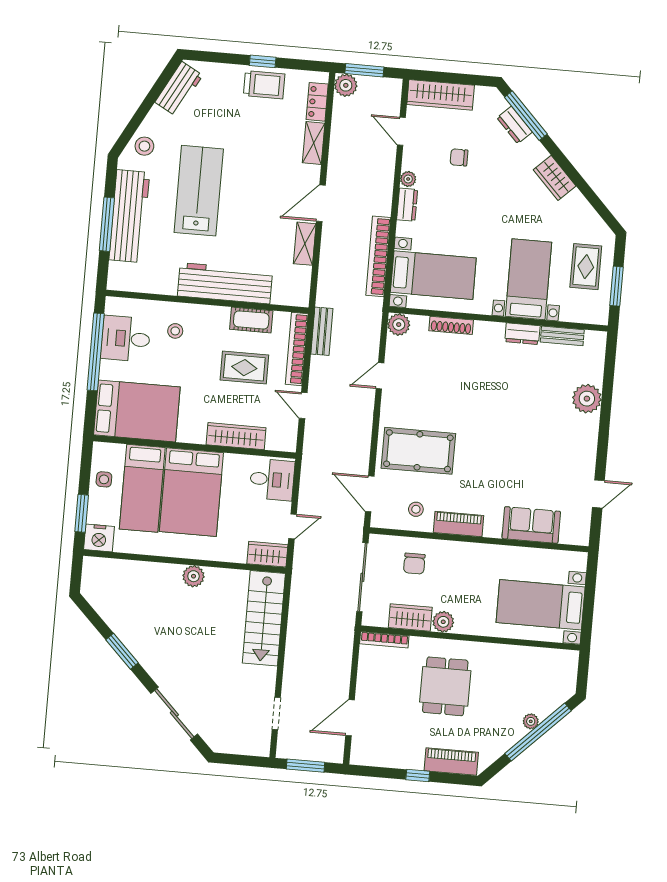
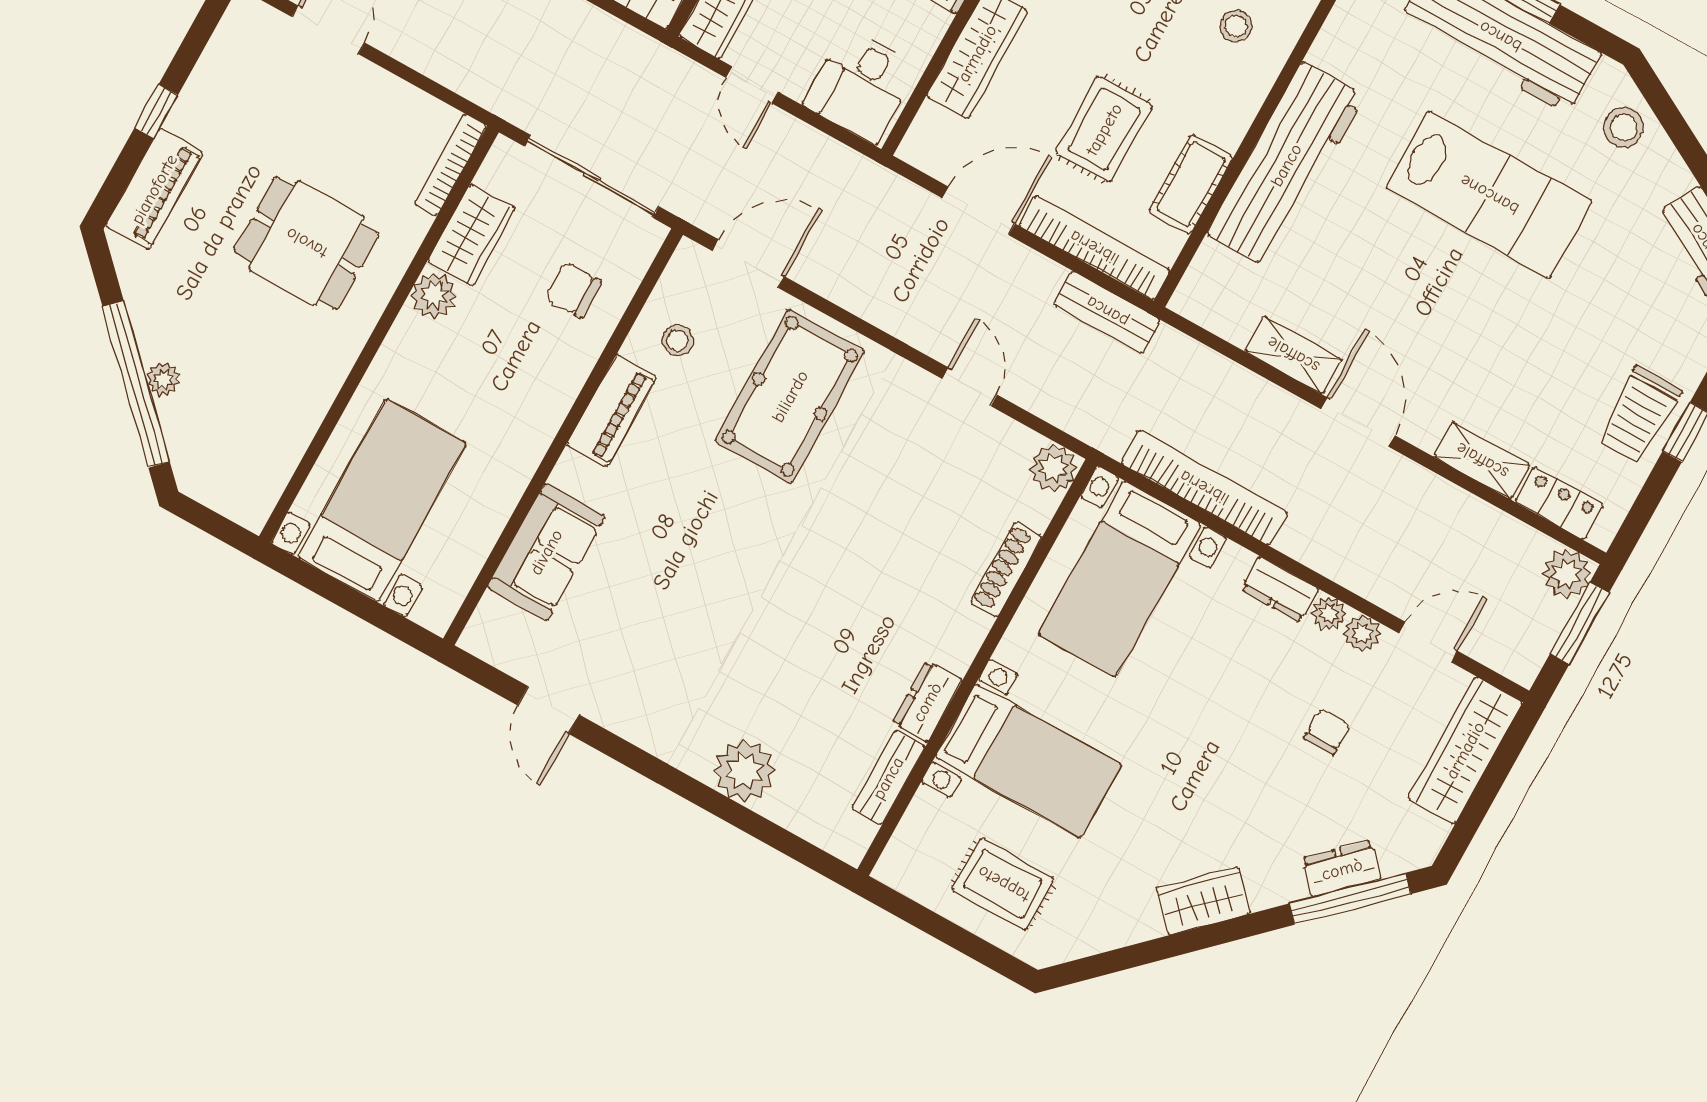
plant: (410, 161) -> (1362, 633), added
window: (617, 286) -> (938, 927), removed
door: (303, 406) -> (979, 211), width x1.38

